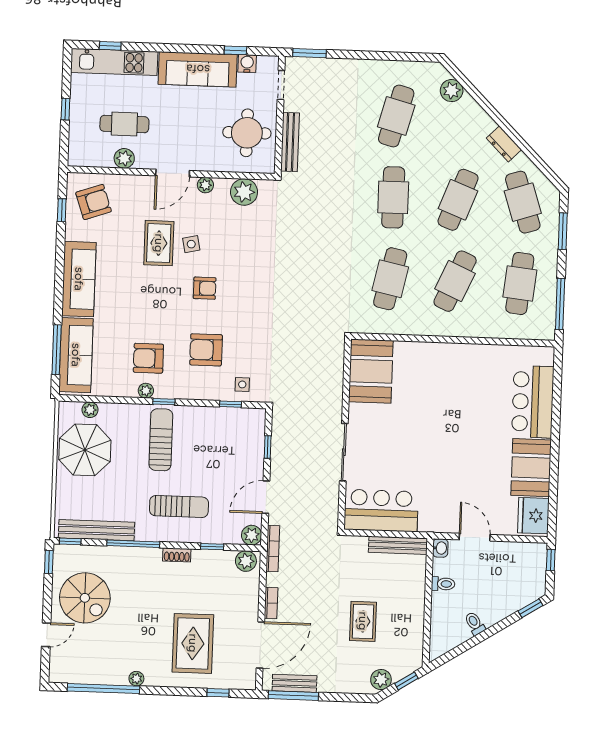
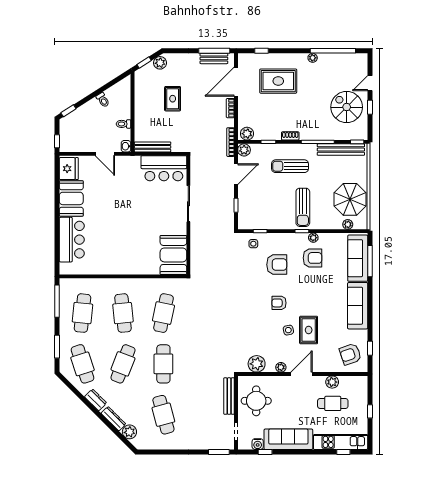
dresser: (476, 113) -> (113, 419), added
cafe table: (396, 116) -> (163, 415), turned -30
cafe table: (455, 281) -> (123, 313), turned -30
window: (49, 562) -> (370, 107), moved
rug: (193, 643) -> (278, 81), turned 90

